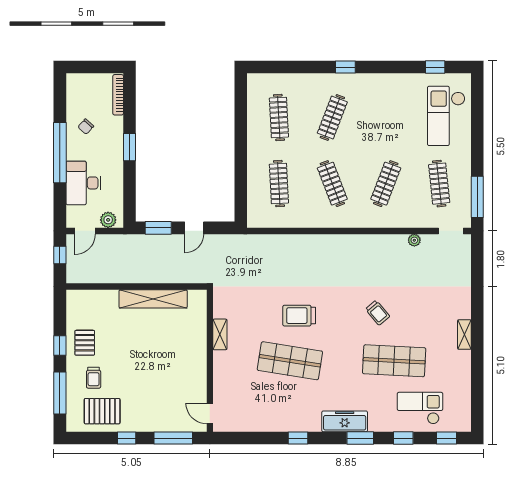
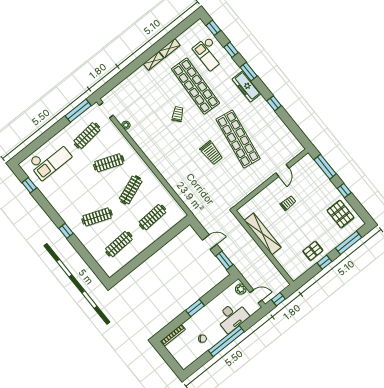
shelving: (220, 334) -> (170, 48), moved
shop shelf: (290, 361) -> (238, 139), width x1.40
shop shelf: (394, 361) -> (195, 86), width x1.40
trolley: (94, 378) -> (288, 203), moved
door: (210, 413) -> (282, 170), moved

